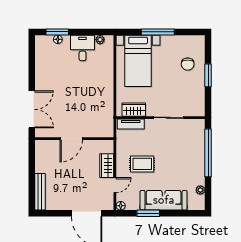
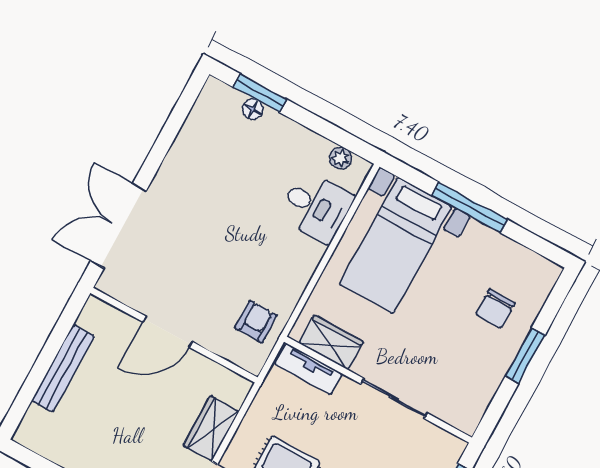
desk: (83, 48) -> (316, 207), moved, turned 90
double door: (32, 109) -> (118, 226), swing flipped
armchair: (102, 117) -> (256, 322), added
bench: (40, 192) -> (63, 368), moved

